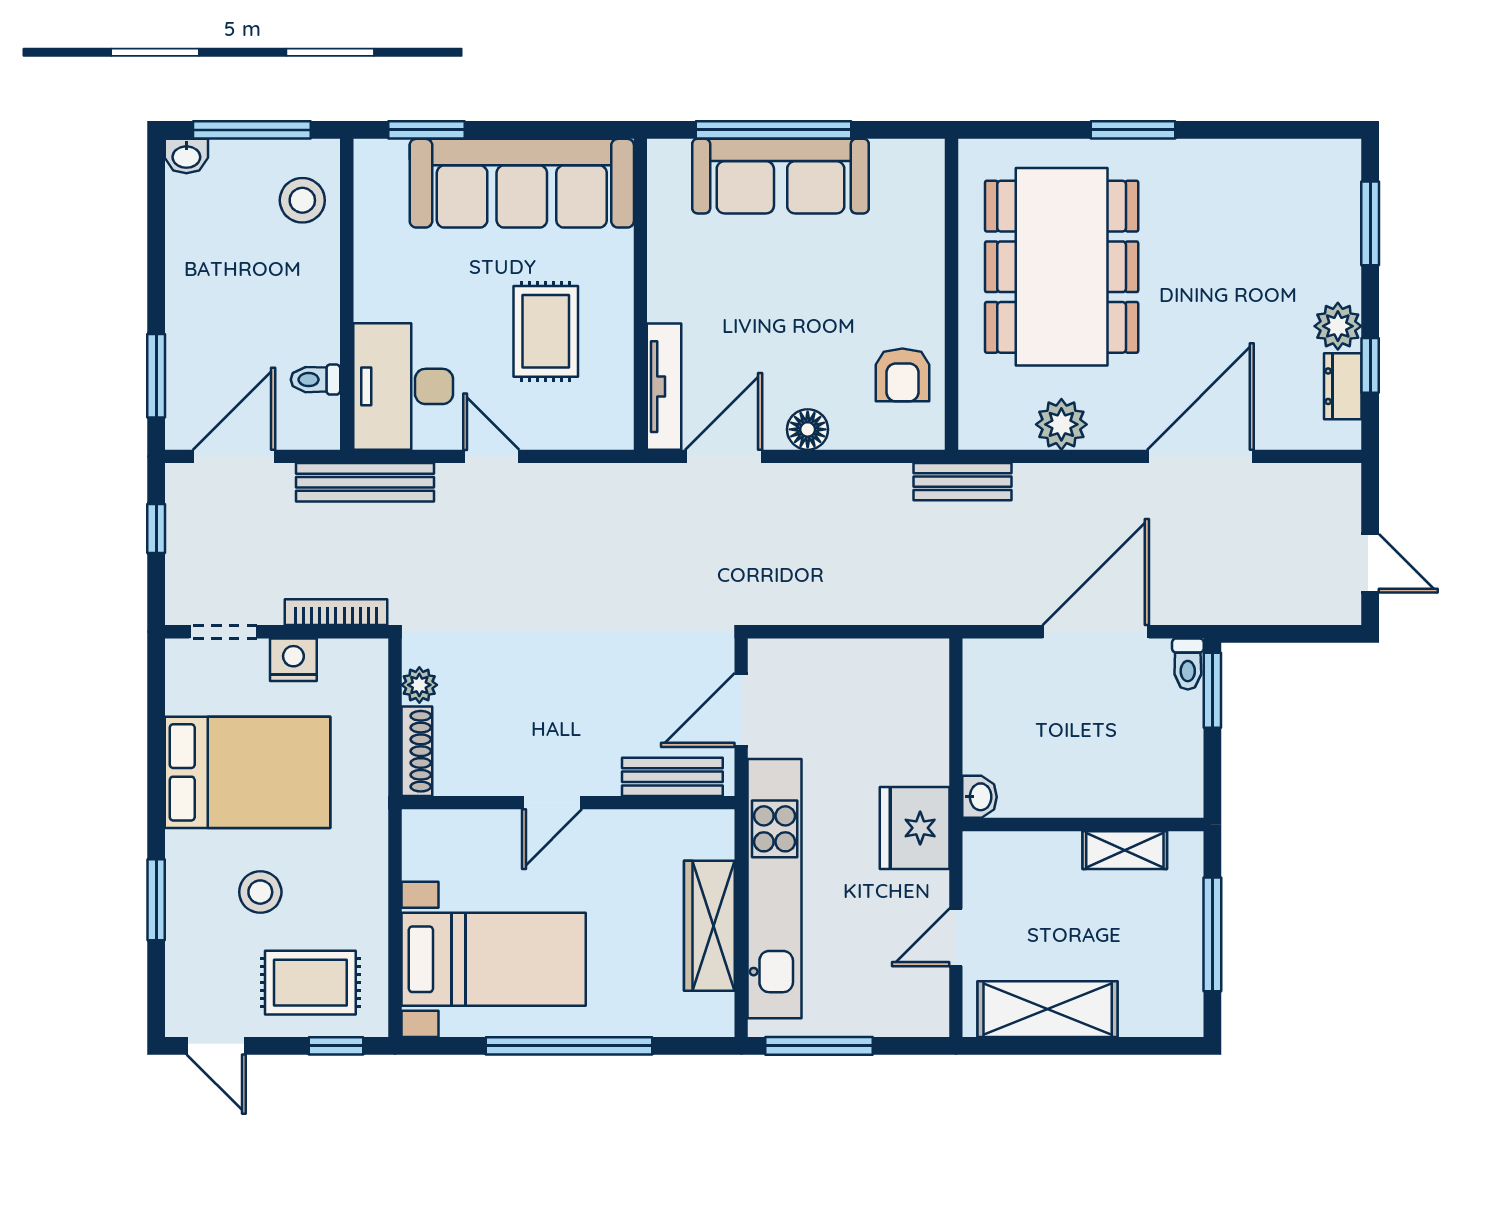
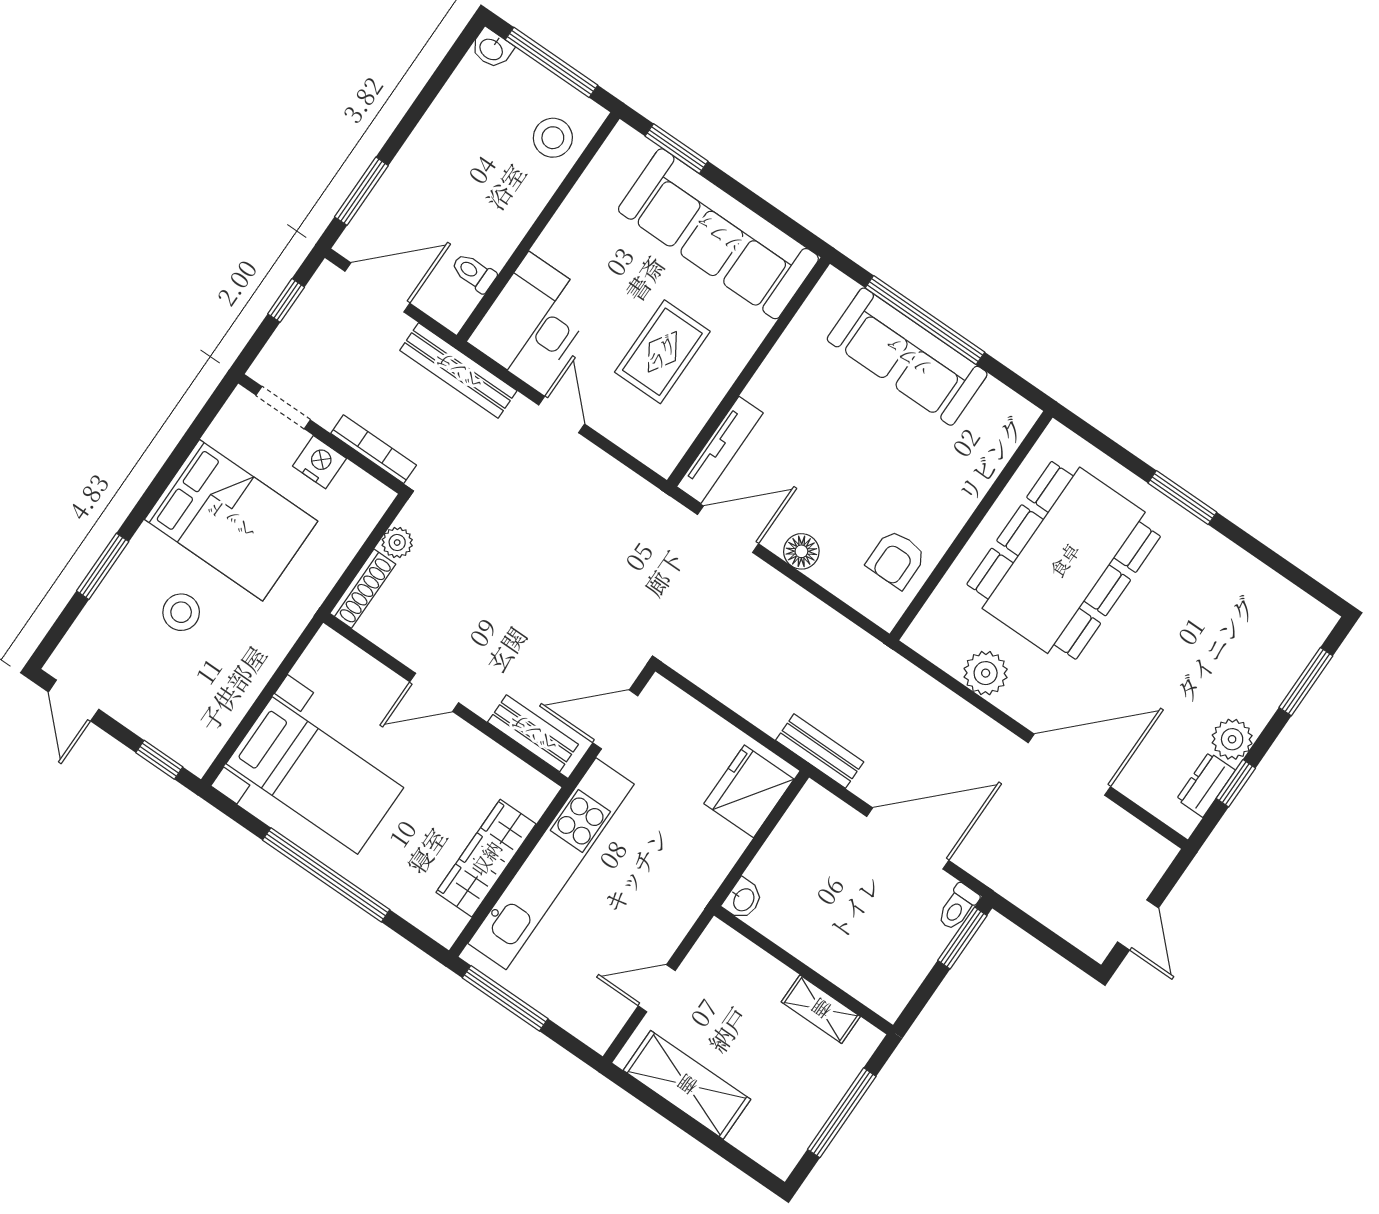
bench: (962, 482) -> (820, 751), moved
fridge: (915, 828) -> (749, 791), moved
rug: (310, 983) -> (172, 702), removed

